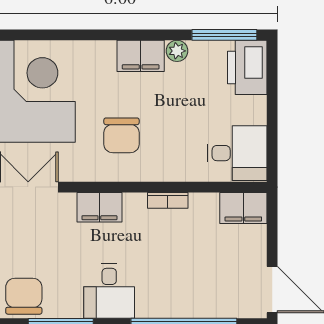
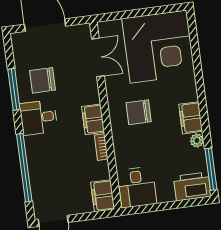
filing cabinet: (99, 207) -> (93, 119), moved
chair: (24, 296) -> (42, 80), moved, turned 180

